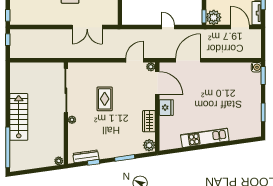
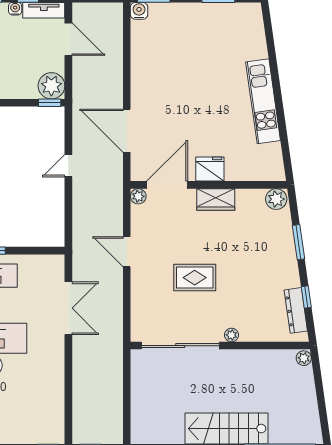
door: (240, 27) -> (68, 39), swing flipped
door: (134, 60) -> (127, 252), moved
wardrobe: (149, 121) -> (216, 199), moved

